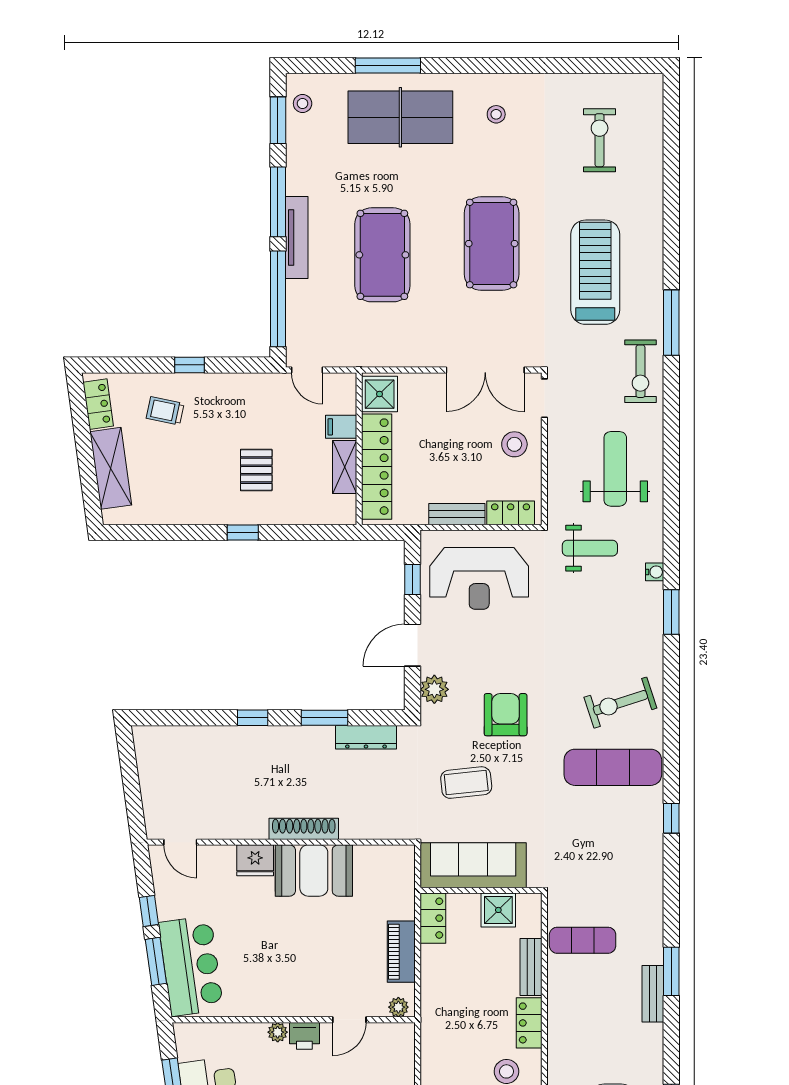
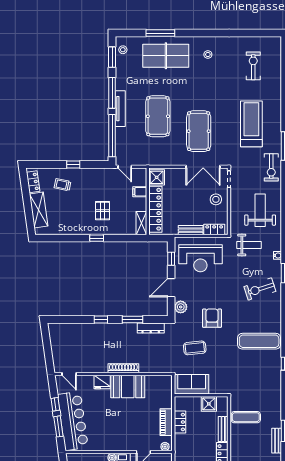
pool table: (492, 244) -> (199, 131), moved
shelving: (345, 467) -> (141, 223), moved
exercise bike: (620, 703) -> (260, 289), moved
sofa: (473, 865) -> (192, 384), width x0.73
locker: (433, 918) -> (180, 422), moved
bar counter: (191, 966) -> (73, 421), width x1.36

